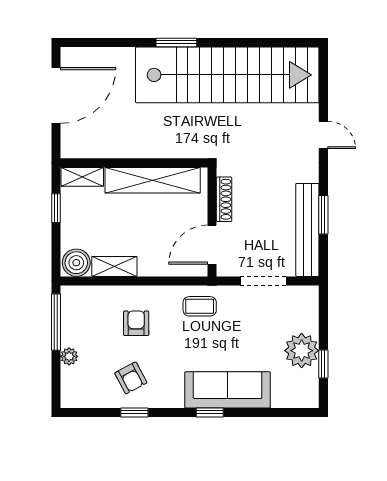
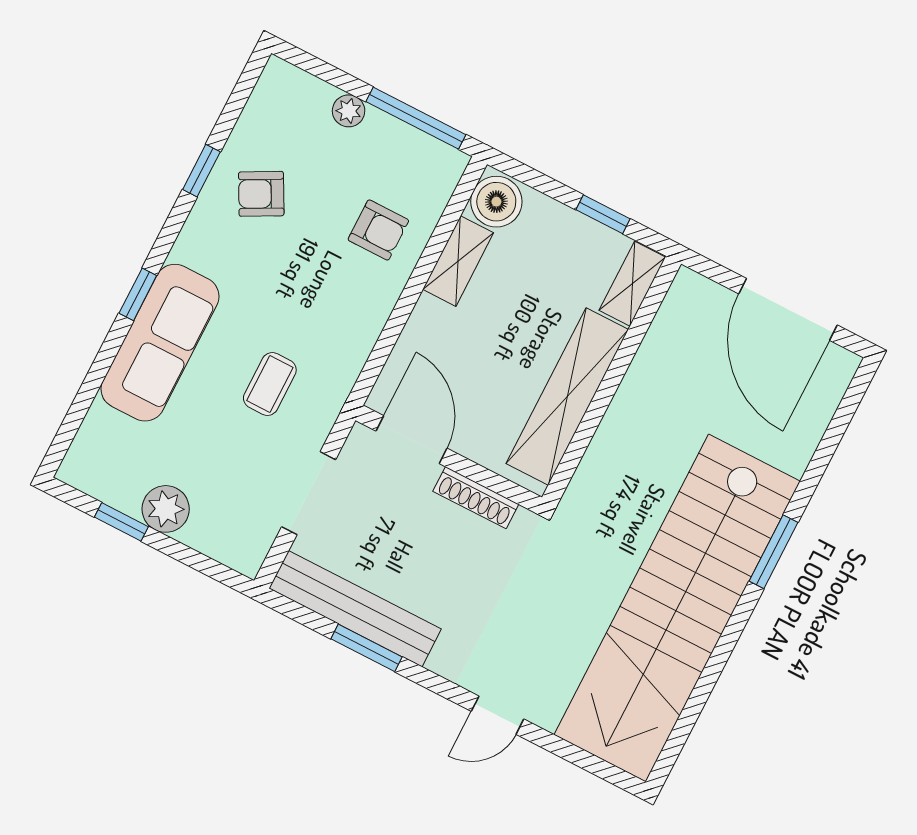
coffee table: (200, 306) -> (270, 384), moved
armchair: (136, 323) -> (378, 230), moved
plant: (302, 351) -> (166, 509), width x0.73, depth x0.73

